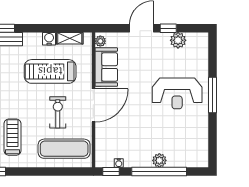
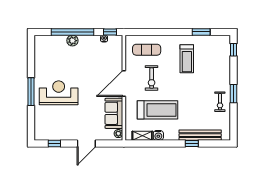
window: (168, 28) -> (54, 144), moved
plant: (178, 40) -> (58, 134), removed
exercise mat: (64, 149) -> (147, 50), width x0.73, depth x0.69

